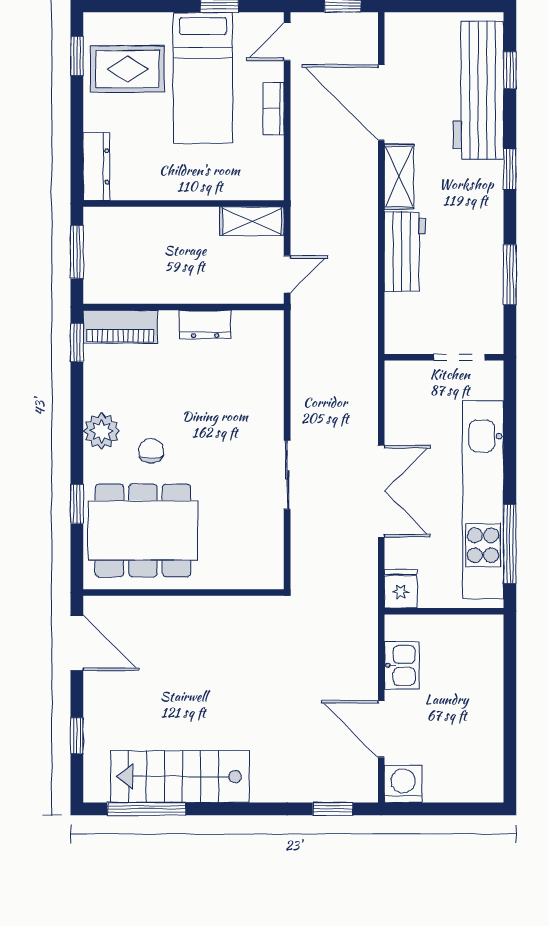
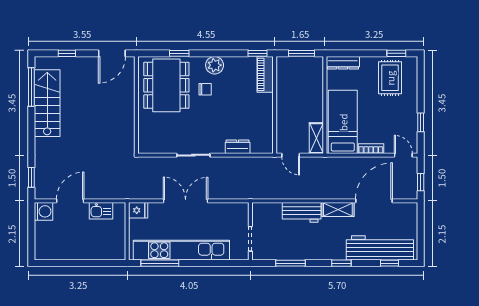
bed: (203, 78) -> (343, 122), moved, turned 90
dresser: (205, 324) -> (238, 147), moved, turned 90
double door: (381, 491) -> (186, 201), swing flipped

